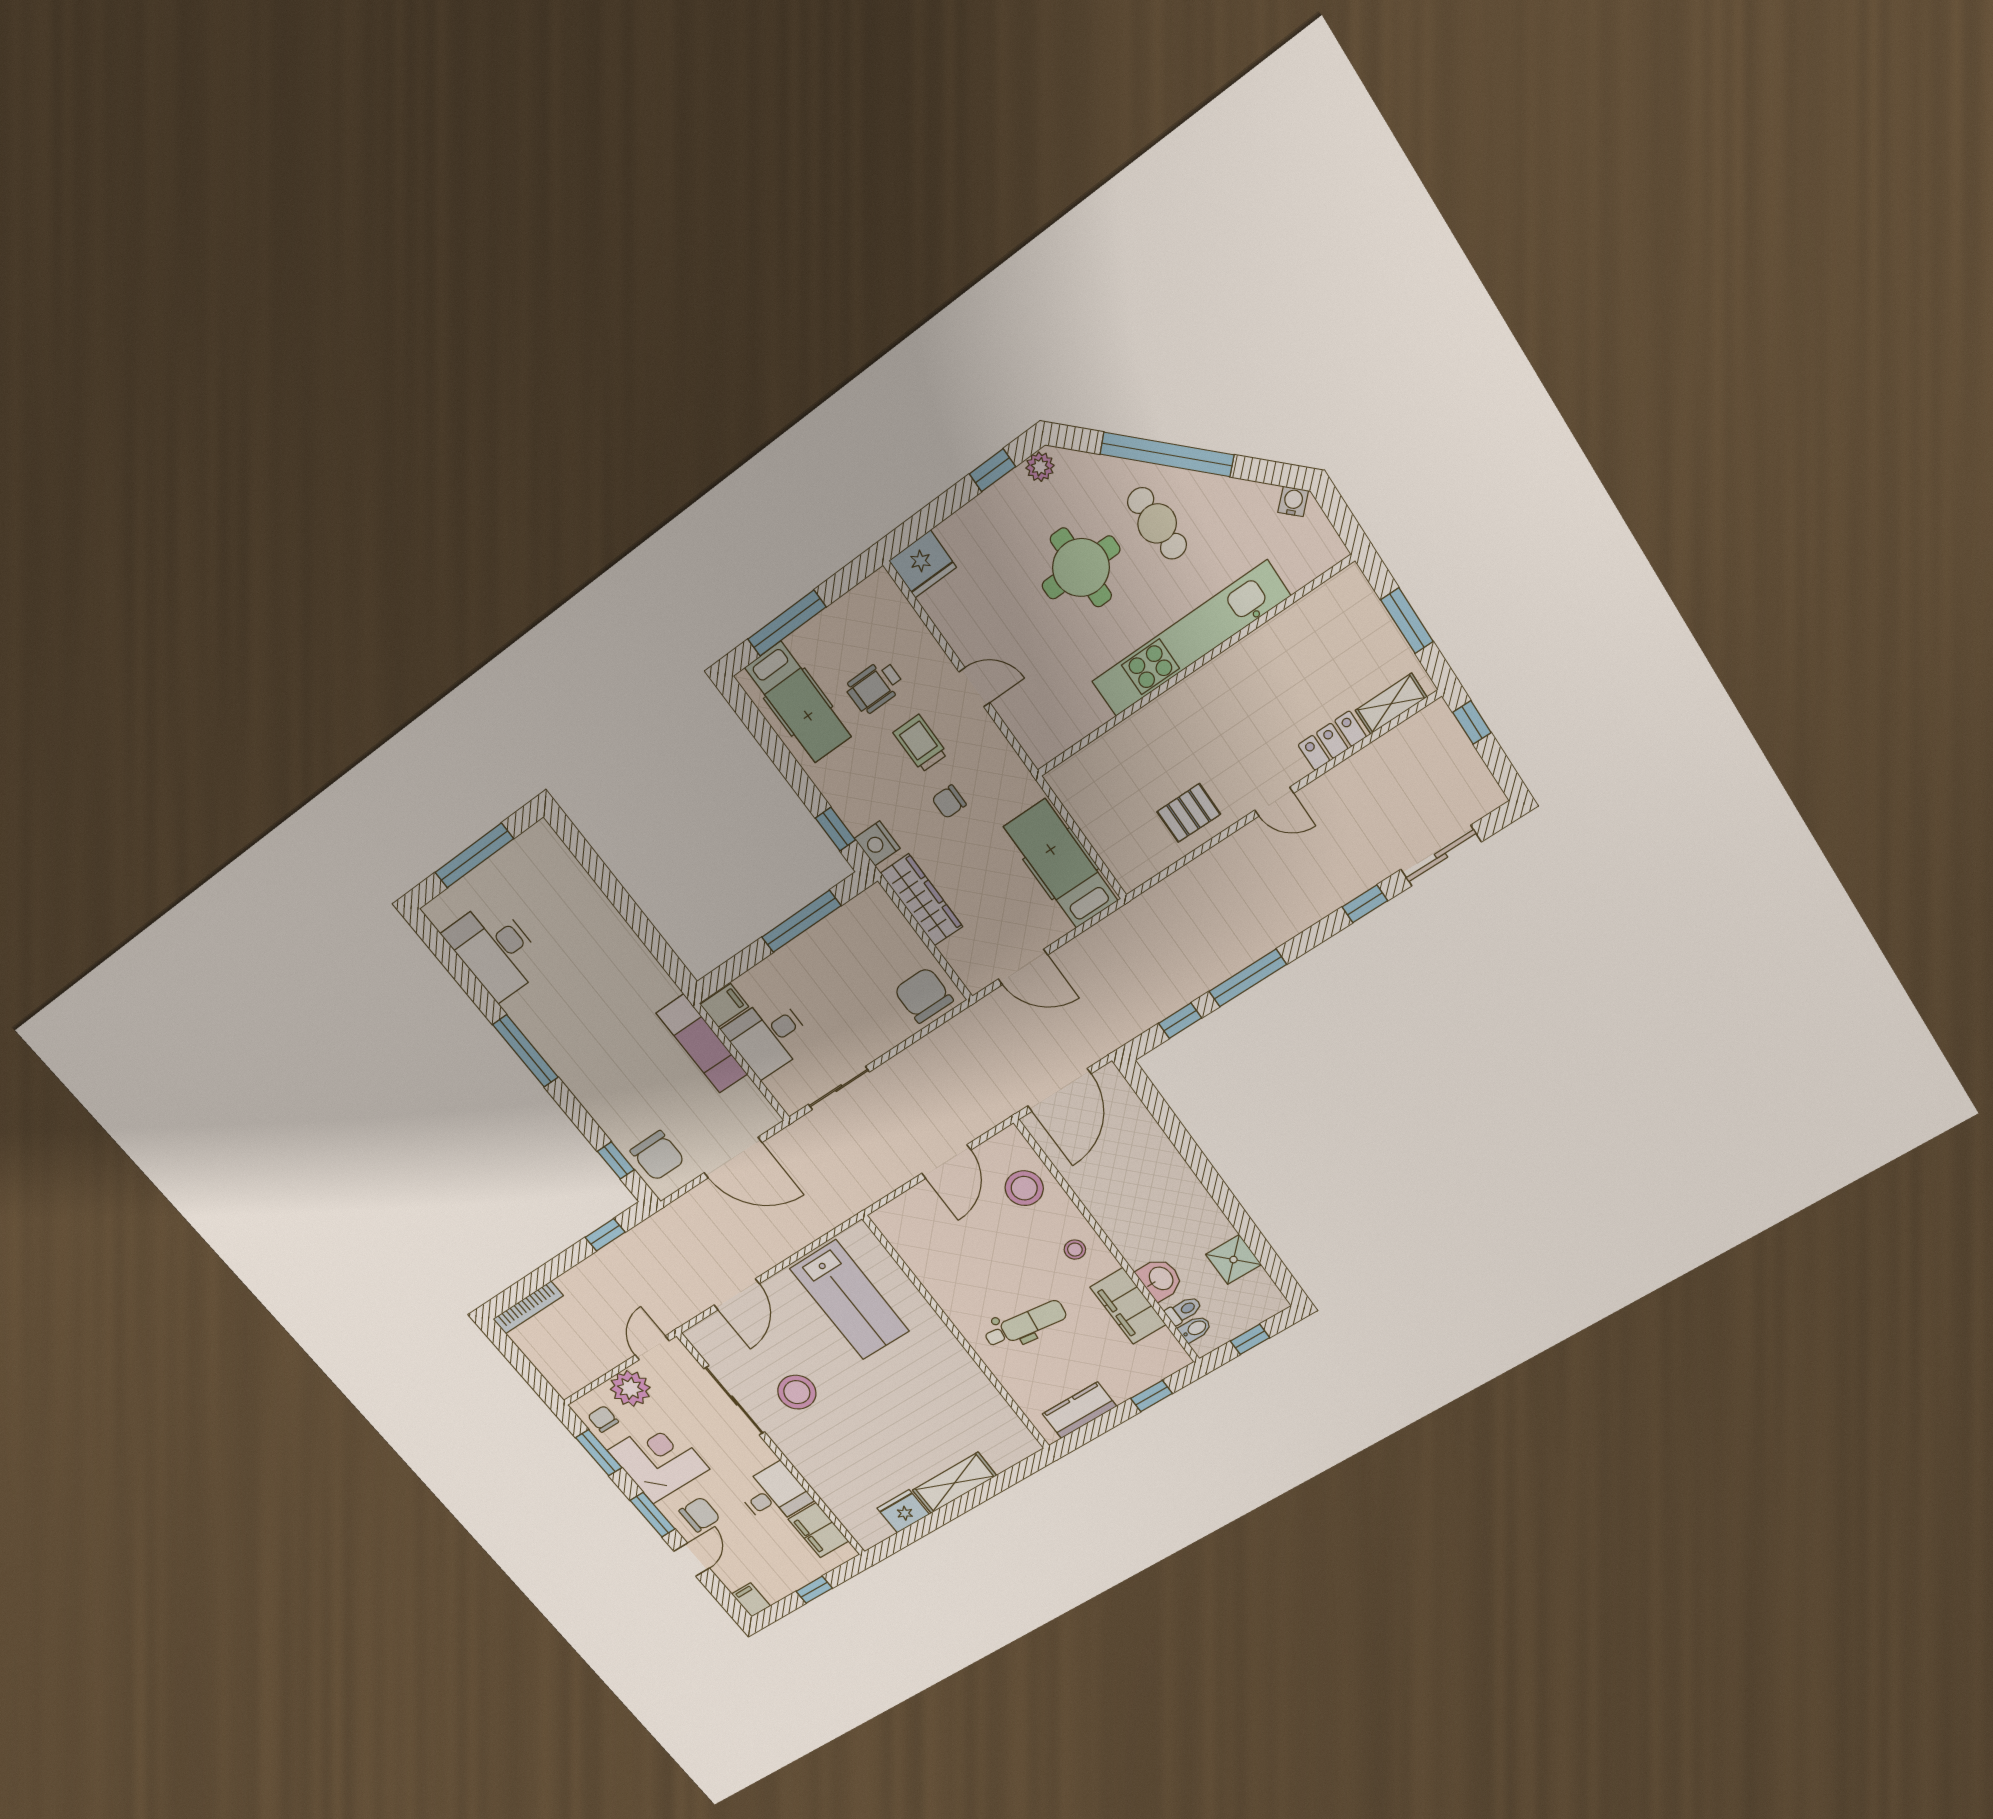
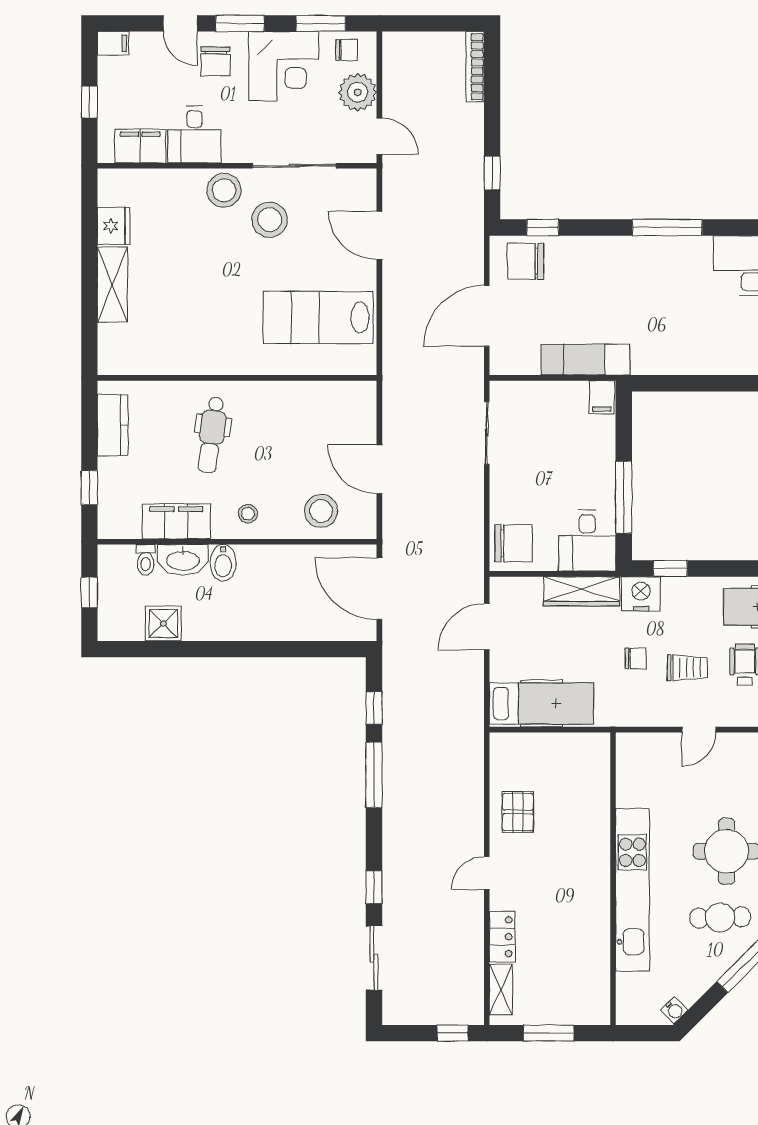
chair: (949, 802) -> (636, 659), turned 90
nightstand: (877, 843) -> (641, 594), width x1.36, depth x1.33
desk: (768, 1036) -> (587, 541), moved, turned 180
washbasin: (1160, 1279) -> (183, 560), width x1.38
bidet: (1195, 1329) -> (223, 563), moved, width x1.38, depth x1.36
stool: (802, 1443) -> (224, 190), added

